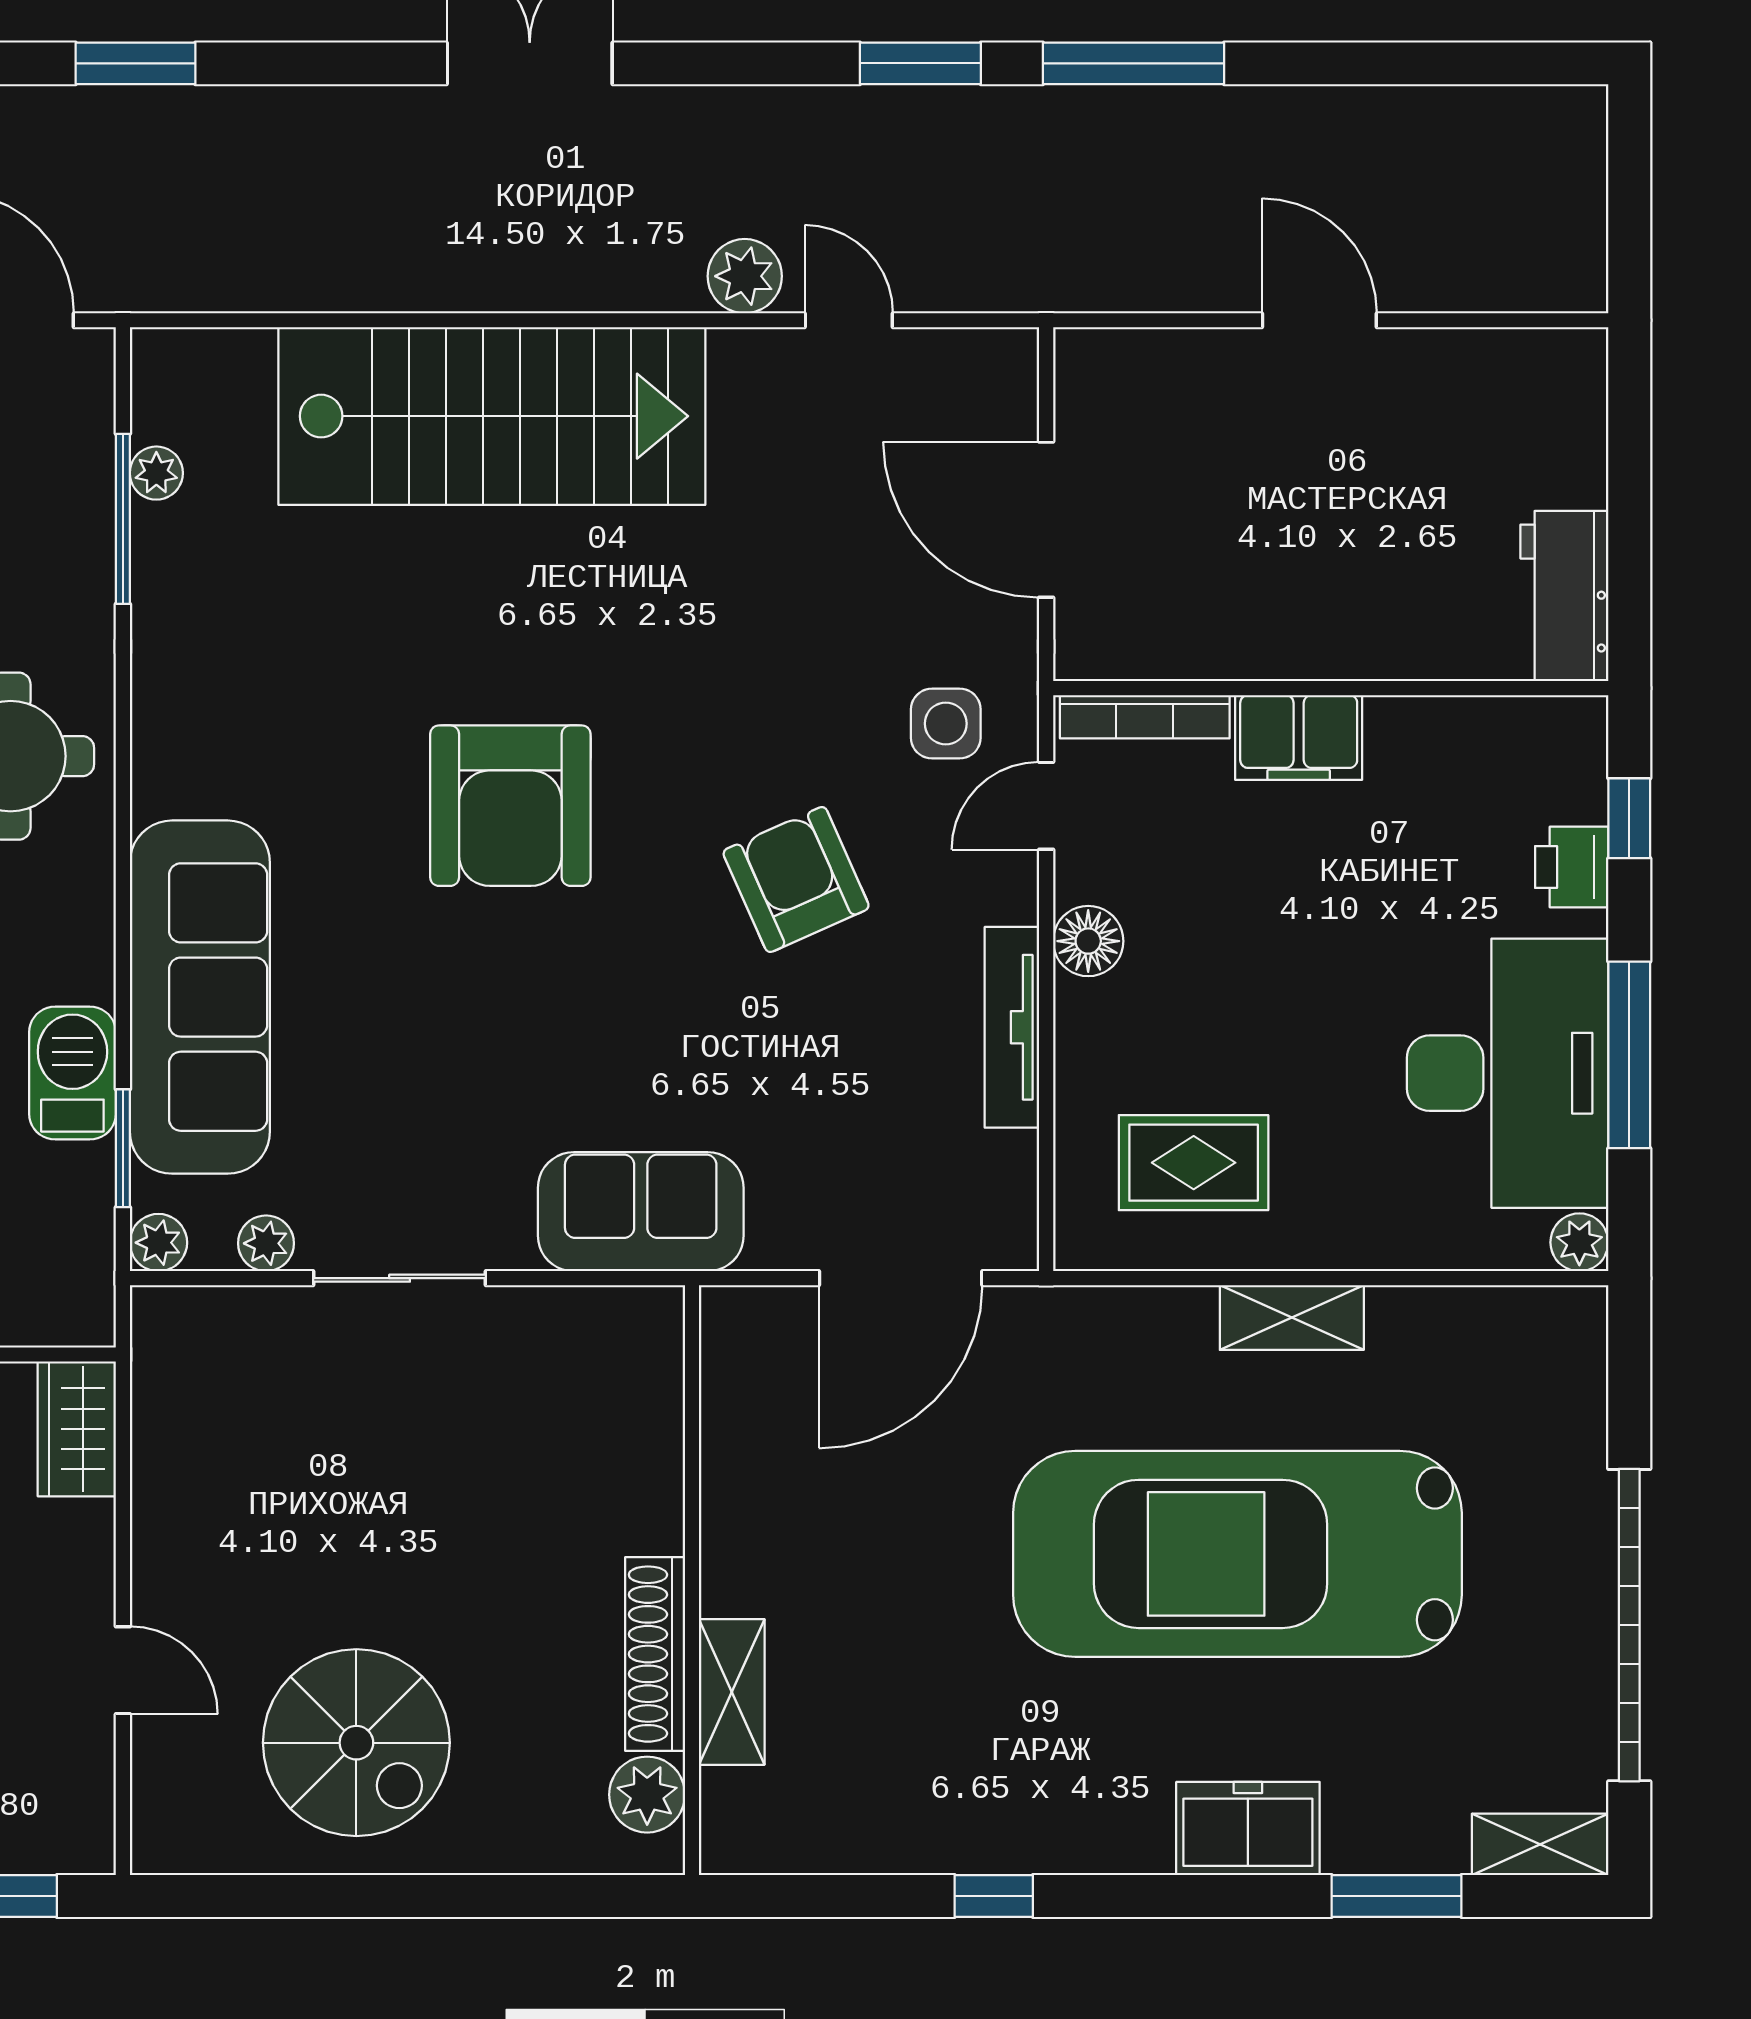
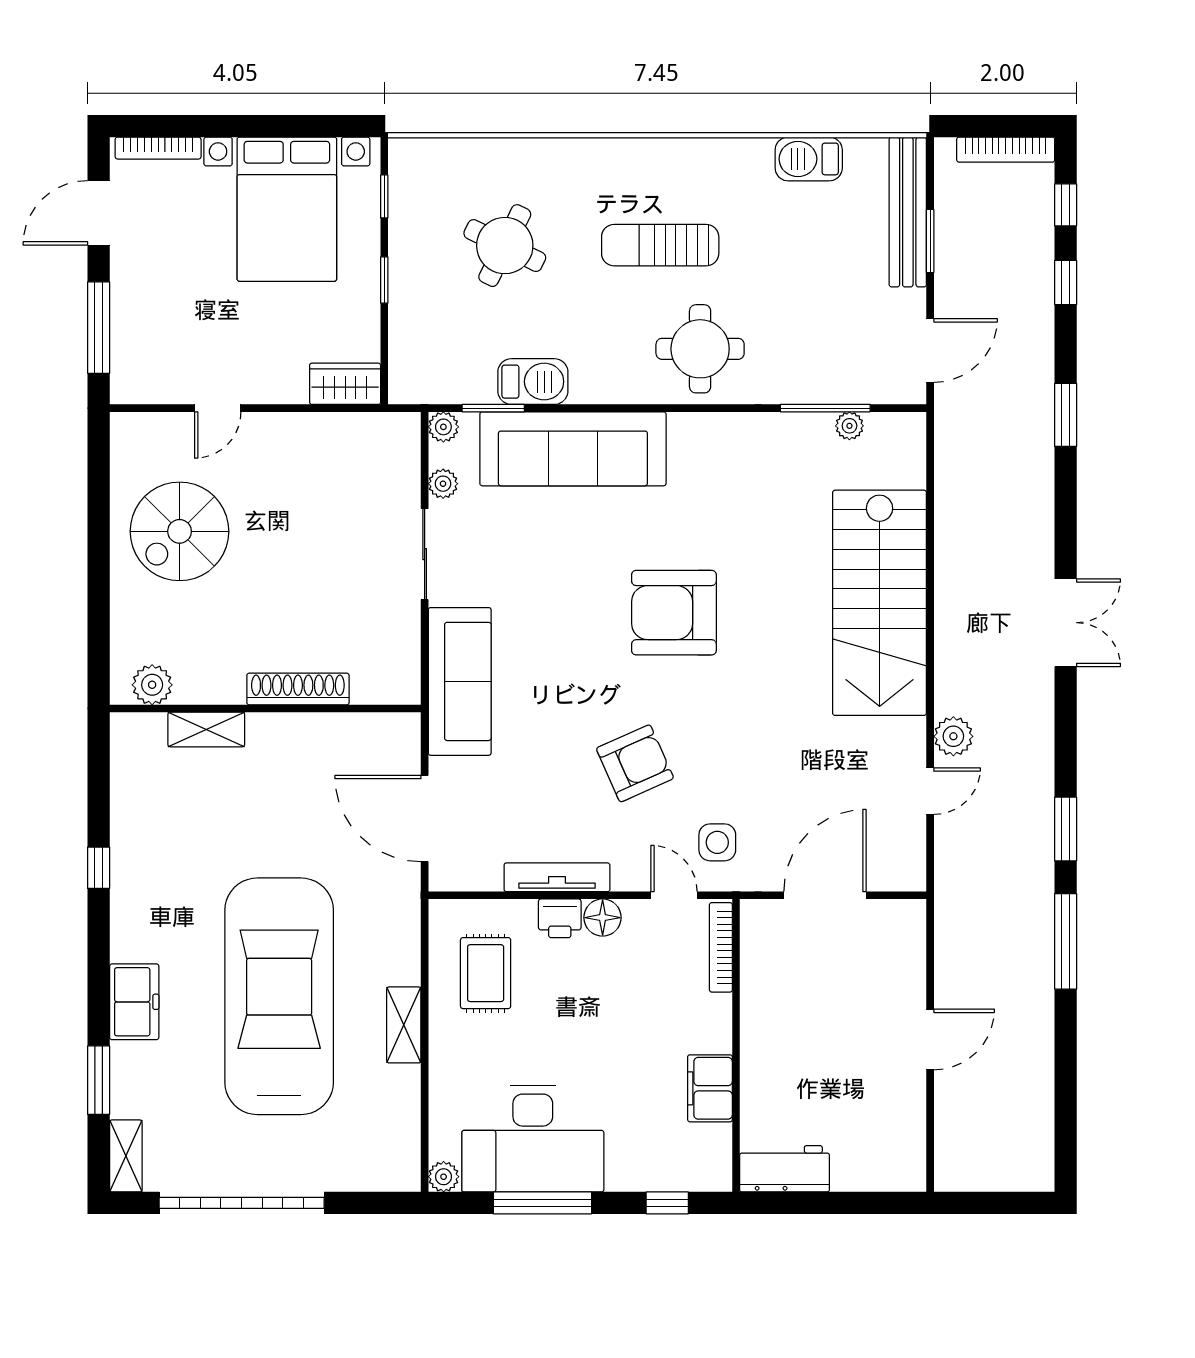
filing cabinet: (1299, 737) -> (710, 1088), moved
printer: (1572, 867) -> (560, 918), moved, turned 180
sofa: (641, 1212) -> (460, 681), width x1.36
shoe rack: (655, 1654) -> (298, 689), moved

